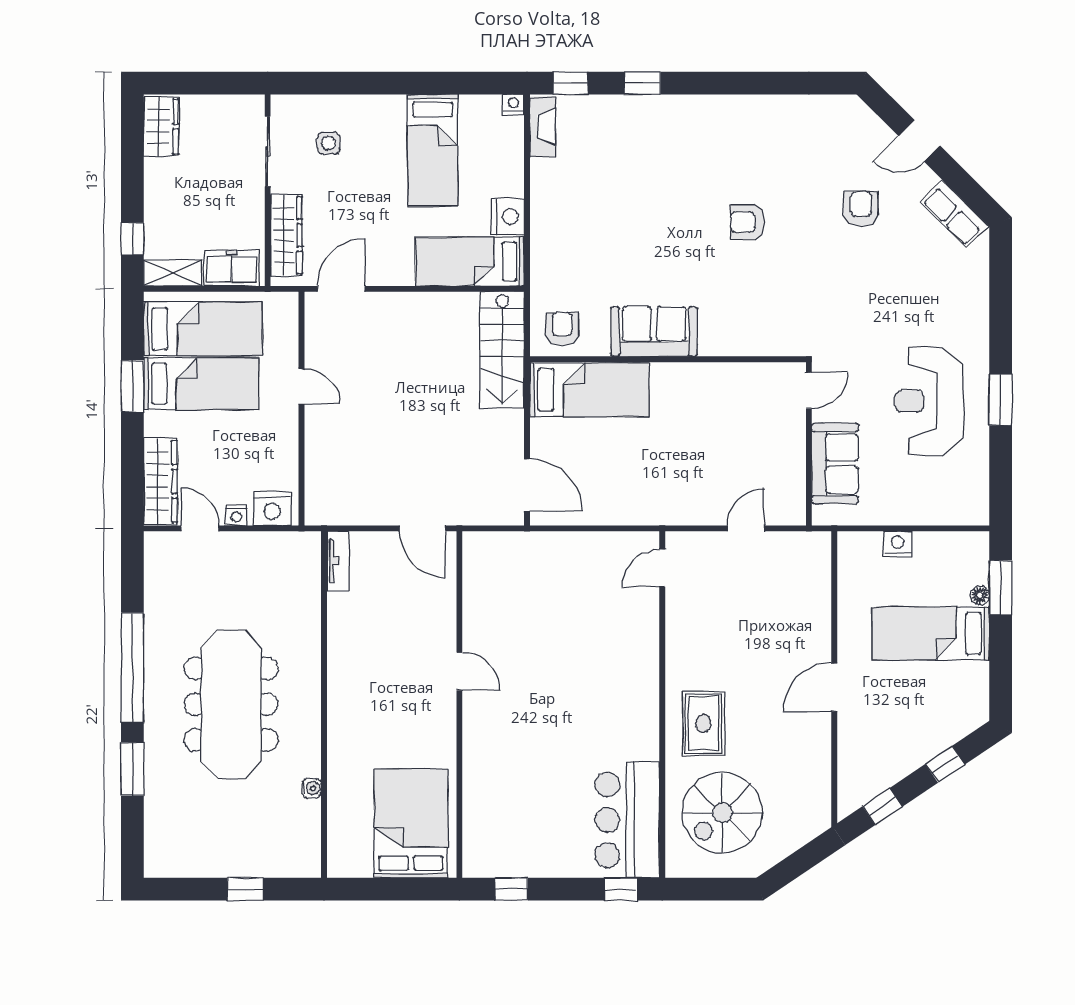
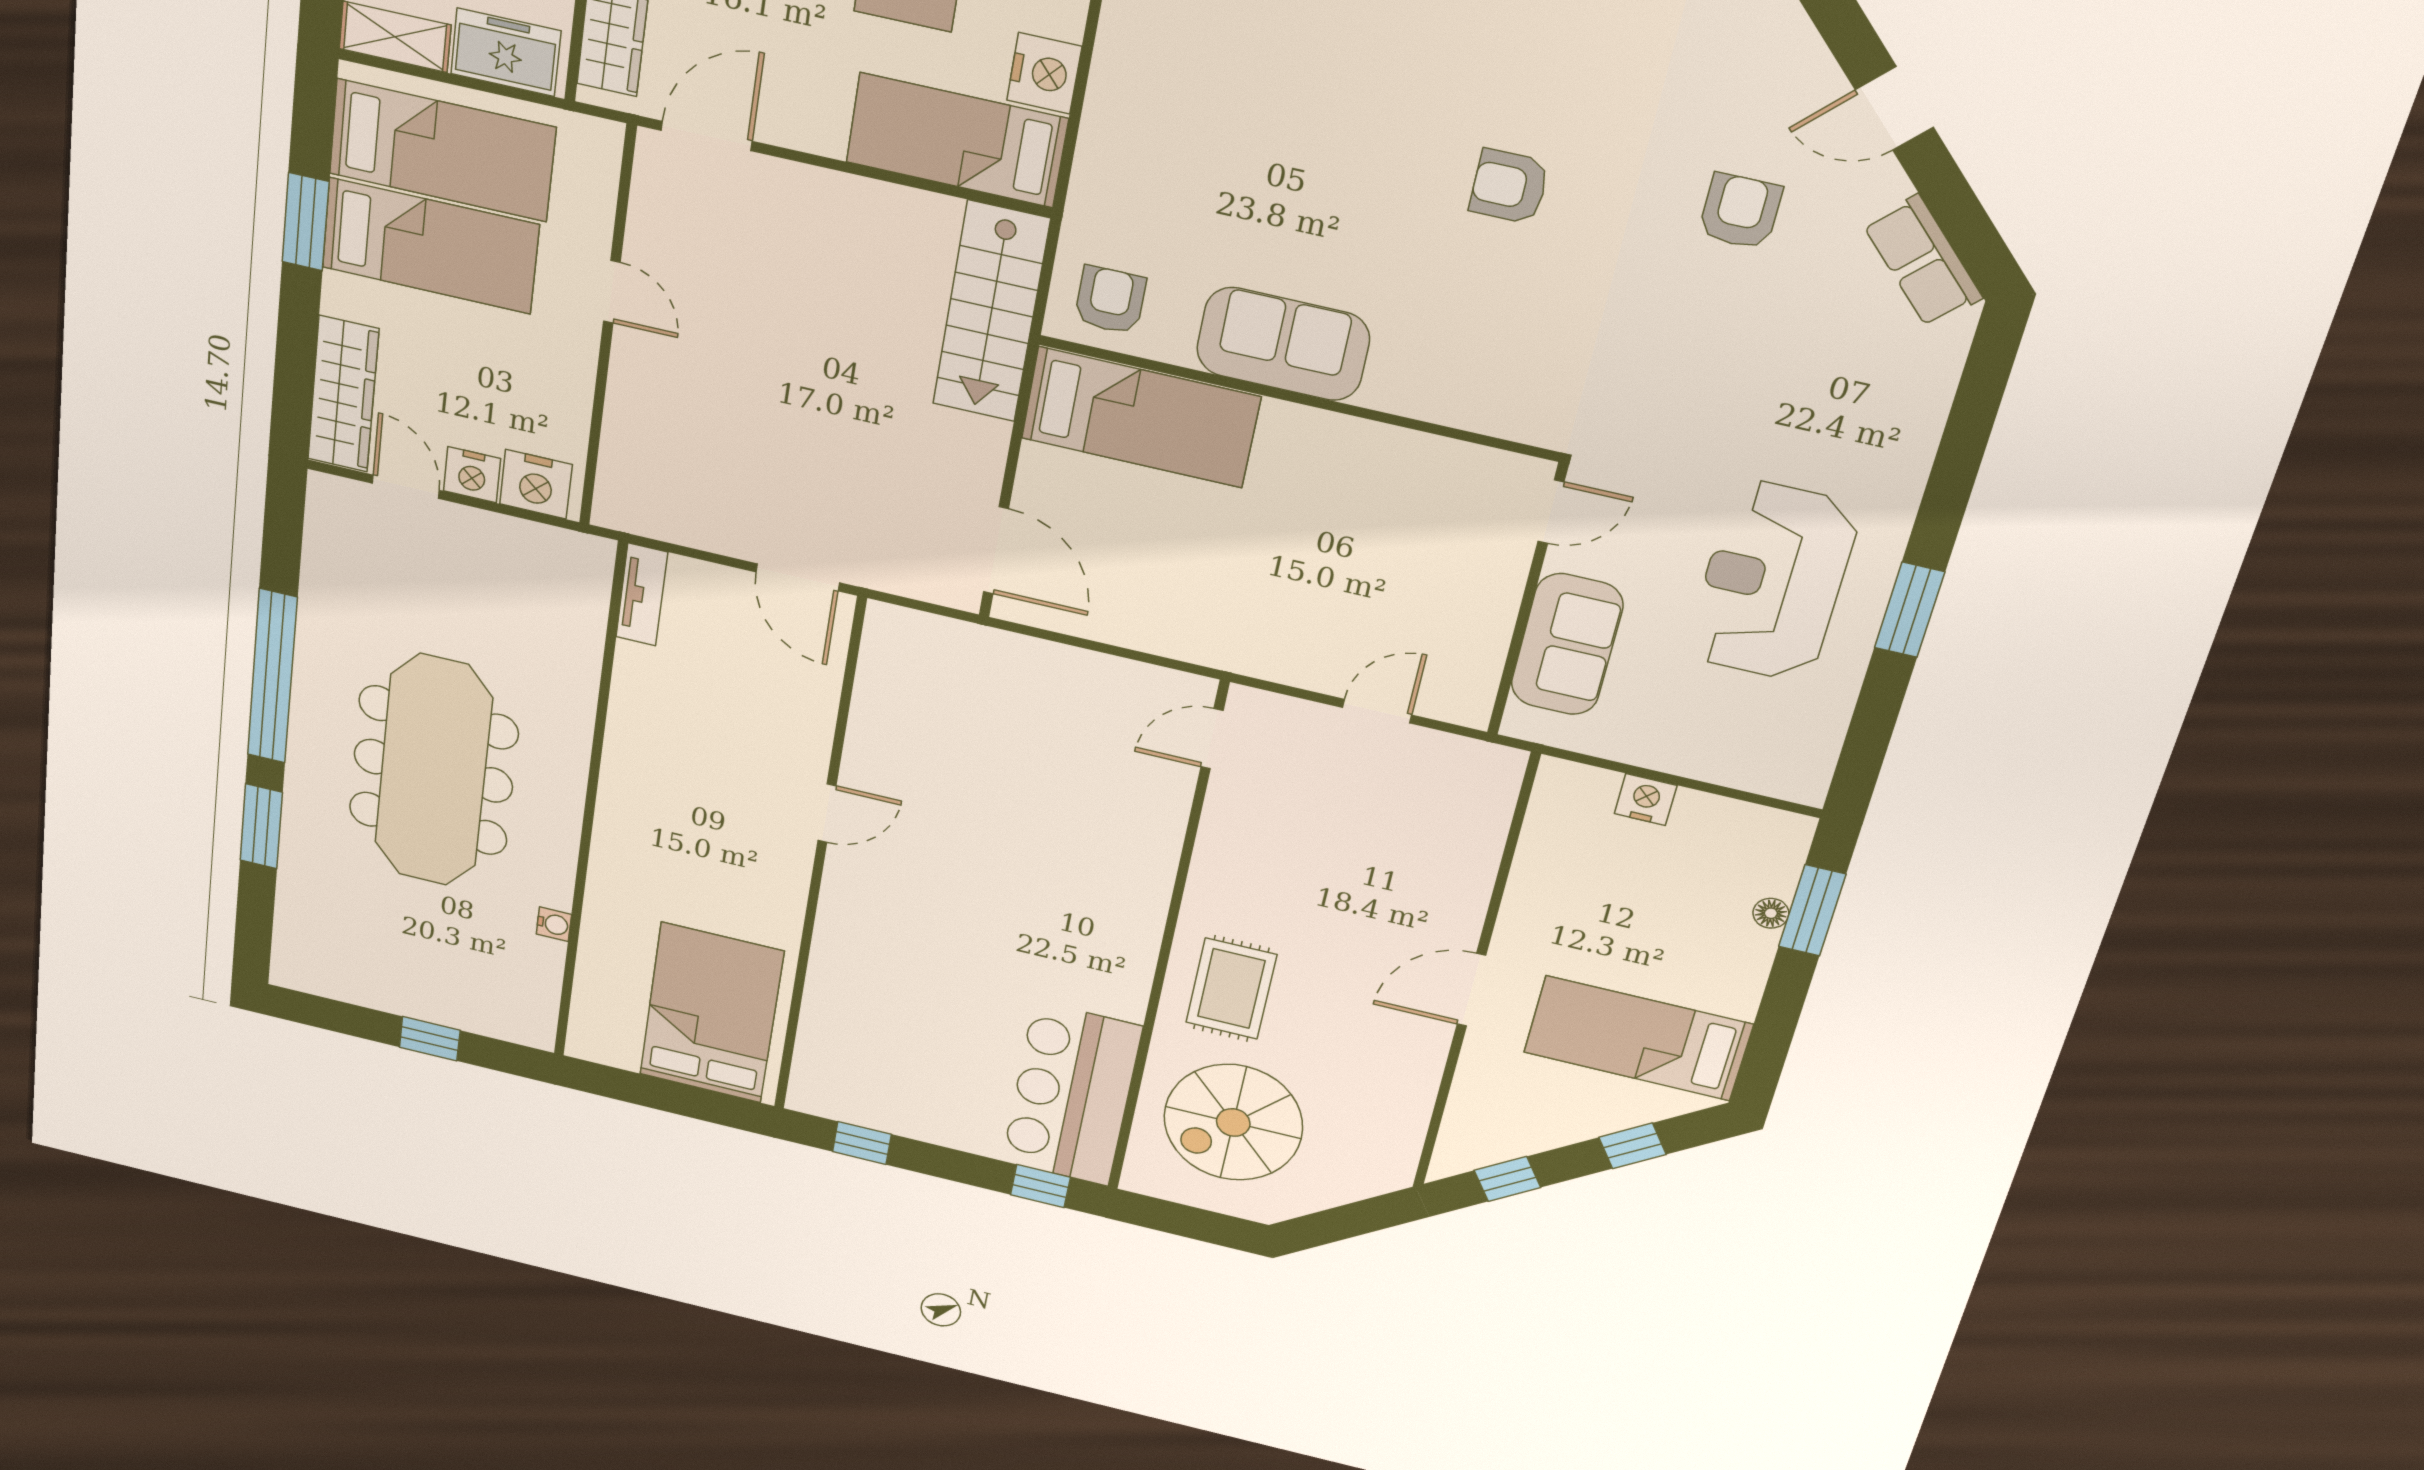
nightstand: (236, 515) -> (472, 475), width x1.39, depth x1.35
bed: (931, 633) -> (1638, 1038), moved
door: (459, 671) -> (827, 813), hinge flipped

